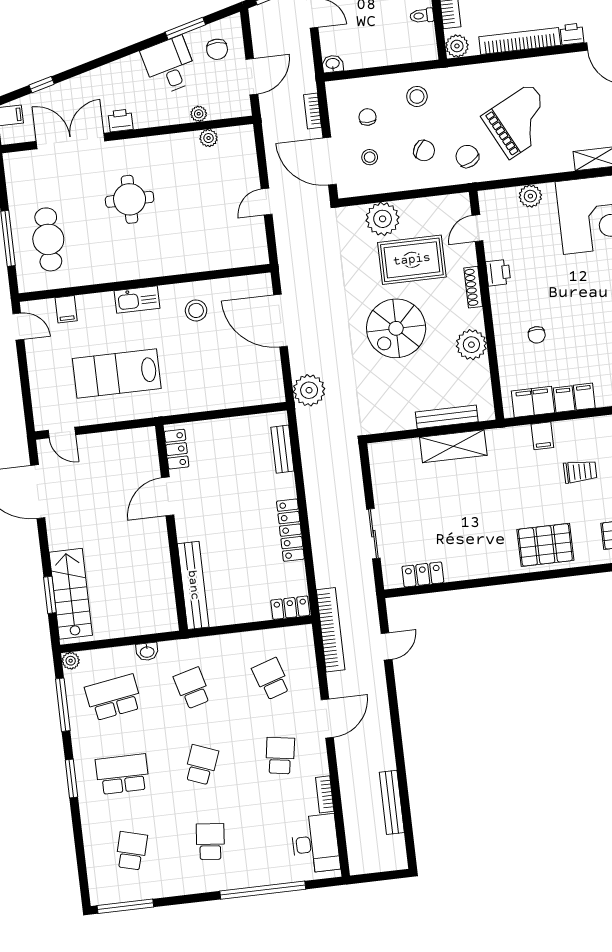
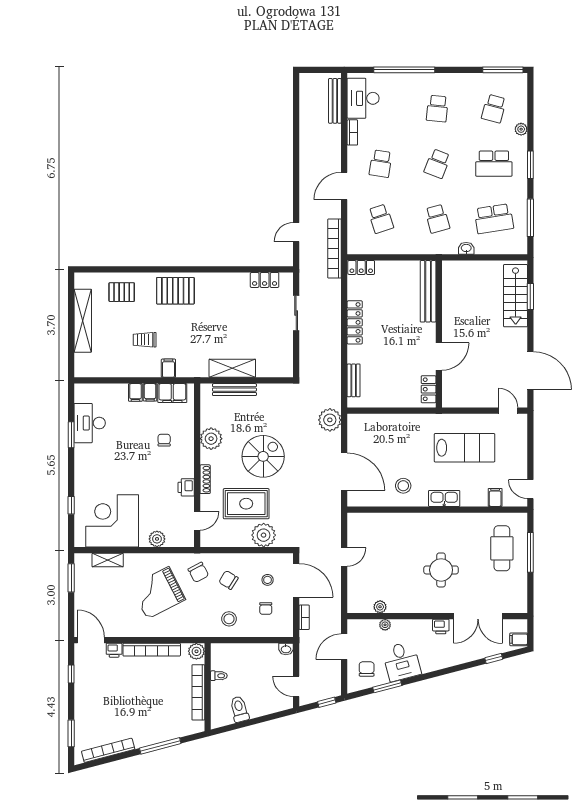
plant: (71, 661) -> (521, 129), moved
bench: (392, 802) -> (335, 101), moved

